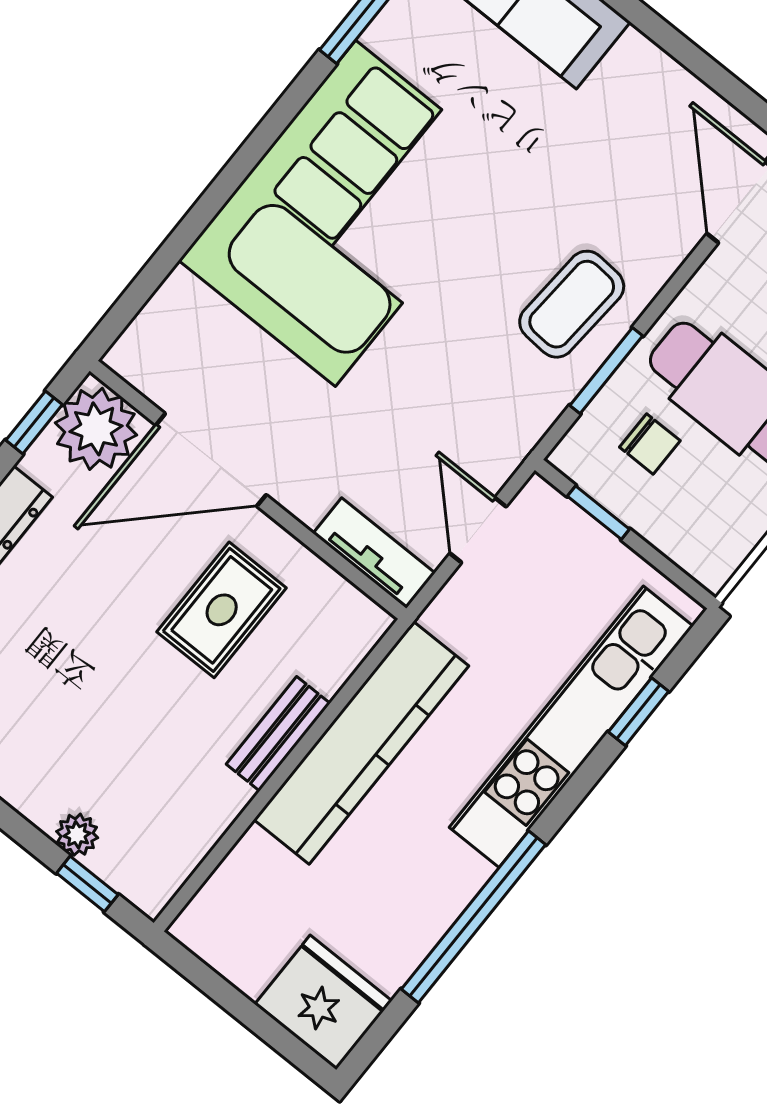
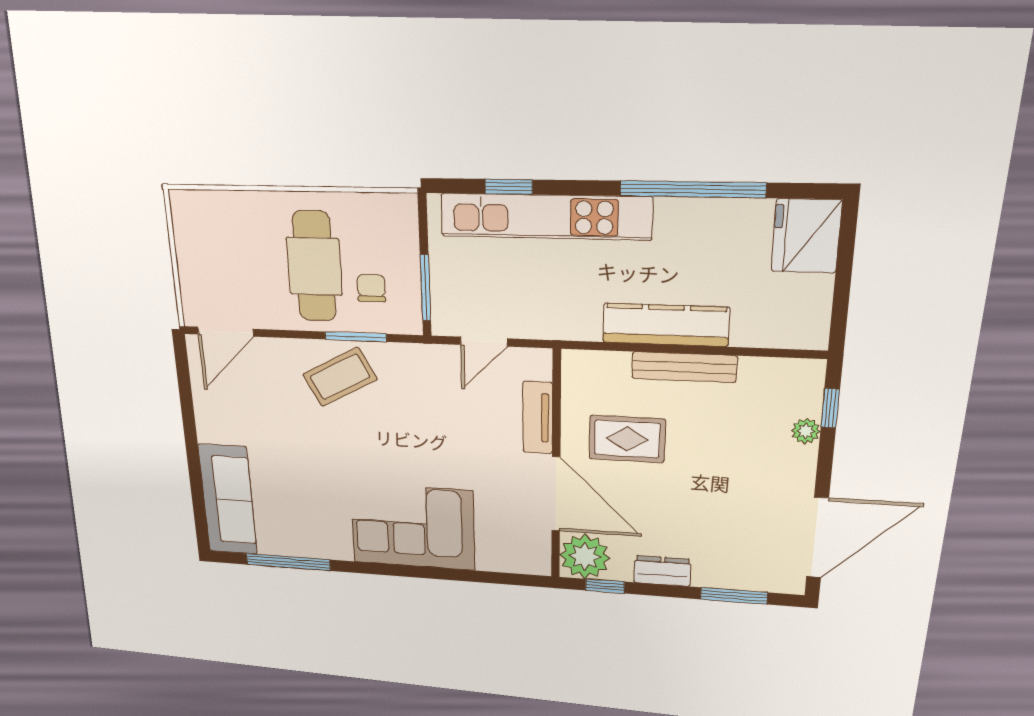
corner sofa: (345, 213) -> (413, 527), width x0.73, depth x0.74
coffee table: (572, 304) -> (340, 377), turned -32
window: (598, 513) -> (425, 288), width x1.50
tv unit: (374, 553) -> (538, 418), moved
bench: (278, 734) -> (684, 367), width x1.36
kitchen counter: (361, 743) -> (666, 325), width x0.72, depth x0.86

